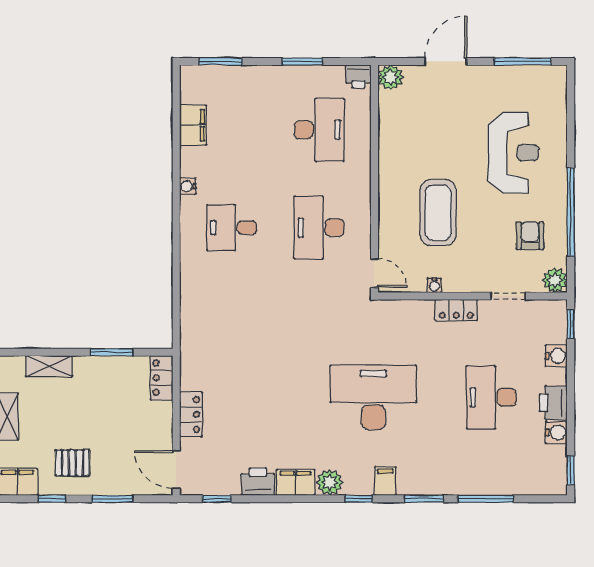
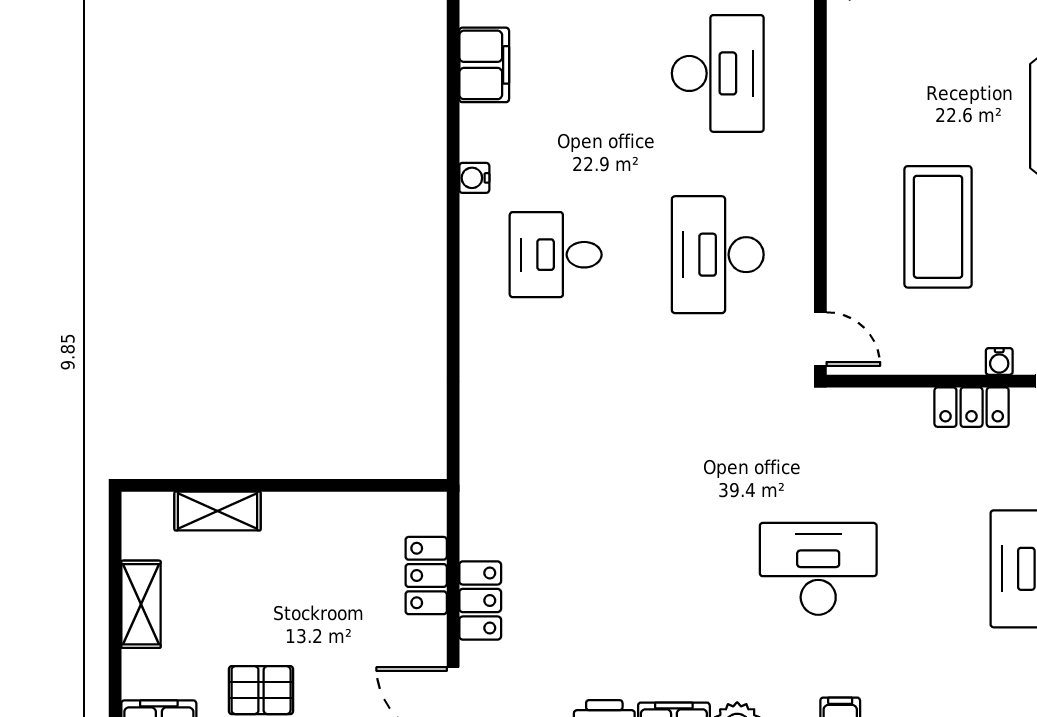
water cooler: (434, 285) -> (999, 361), moved
window: (112, 352) -> (333, 485), removed
locker: (162, 378) -> (426, 576), moved
desk: (373, 397) -> (818, 569), width x0.73, depth x0.77

